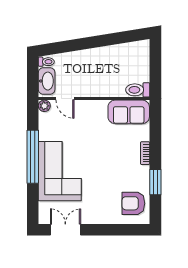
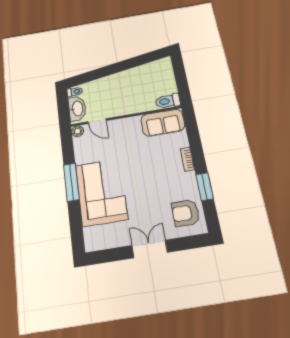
window: (33, 157) -> (71, 182), width x0.68
double door: (65, 230) -> (150, 249), moved

